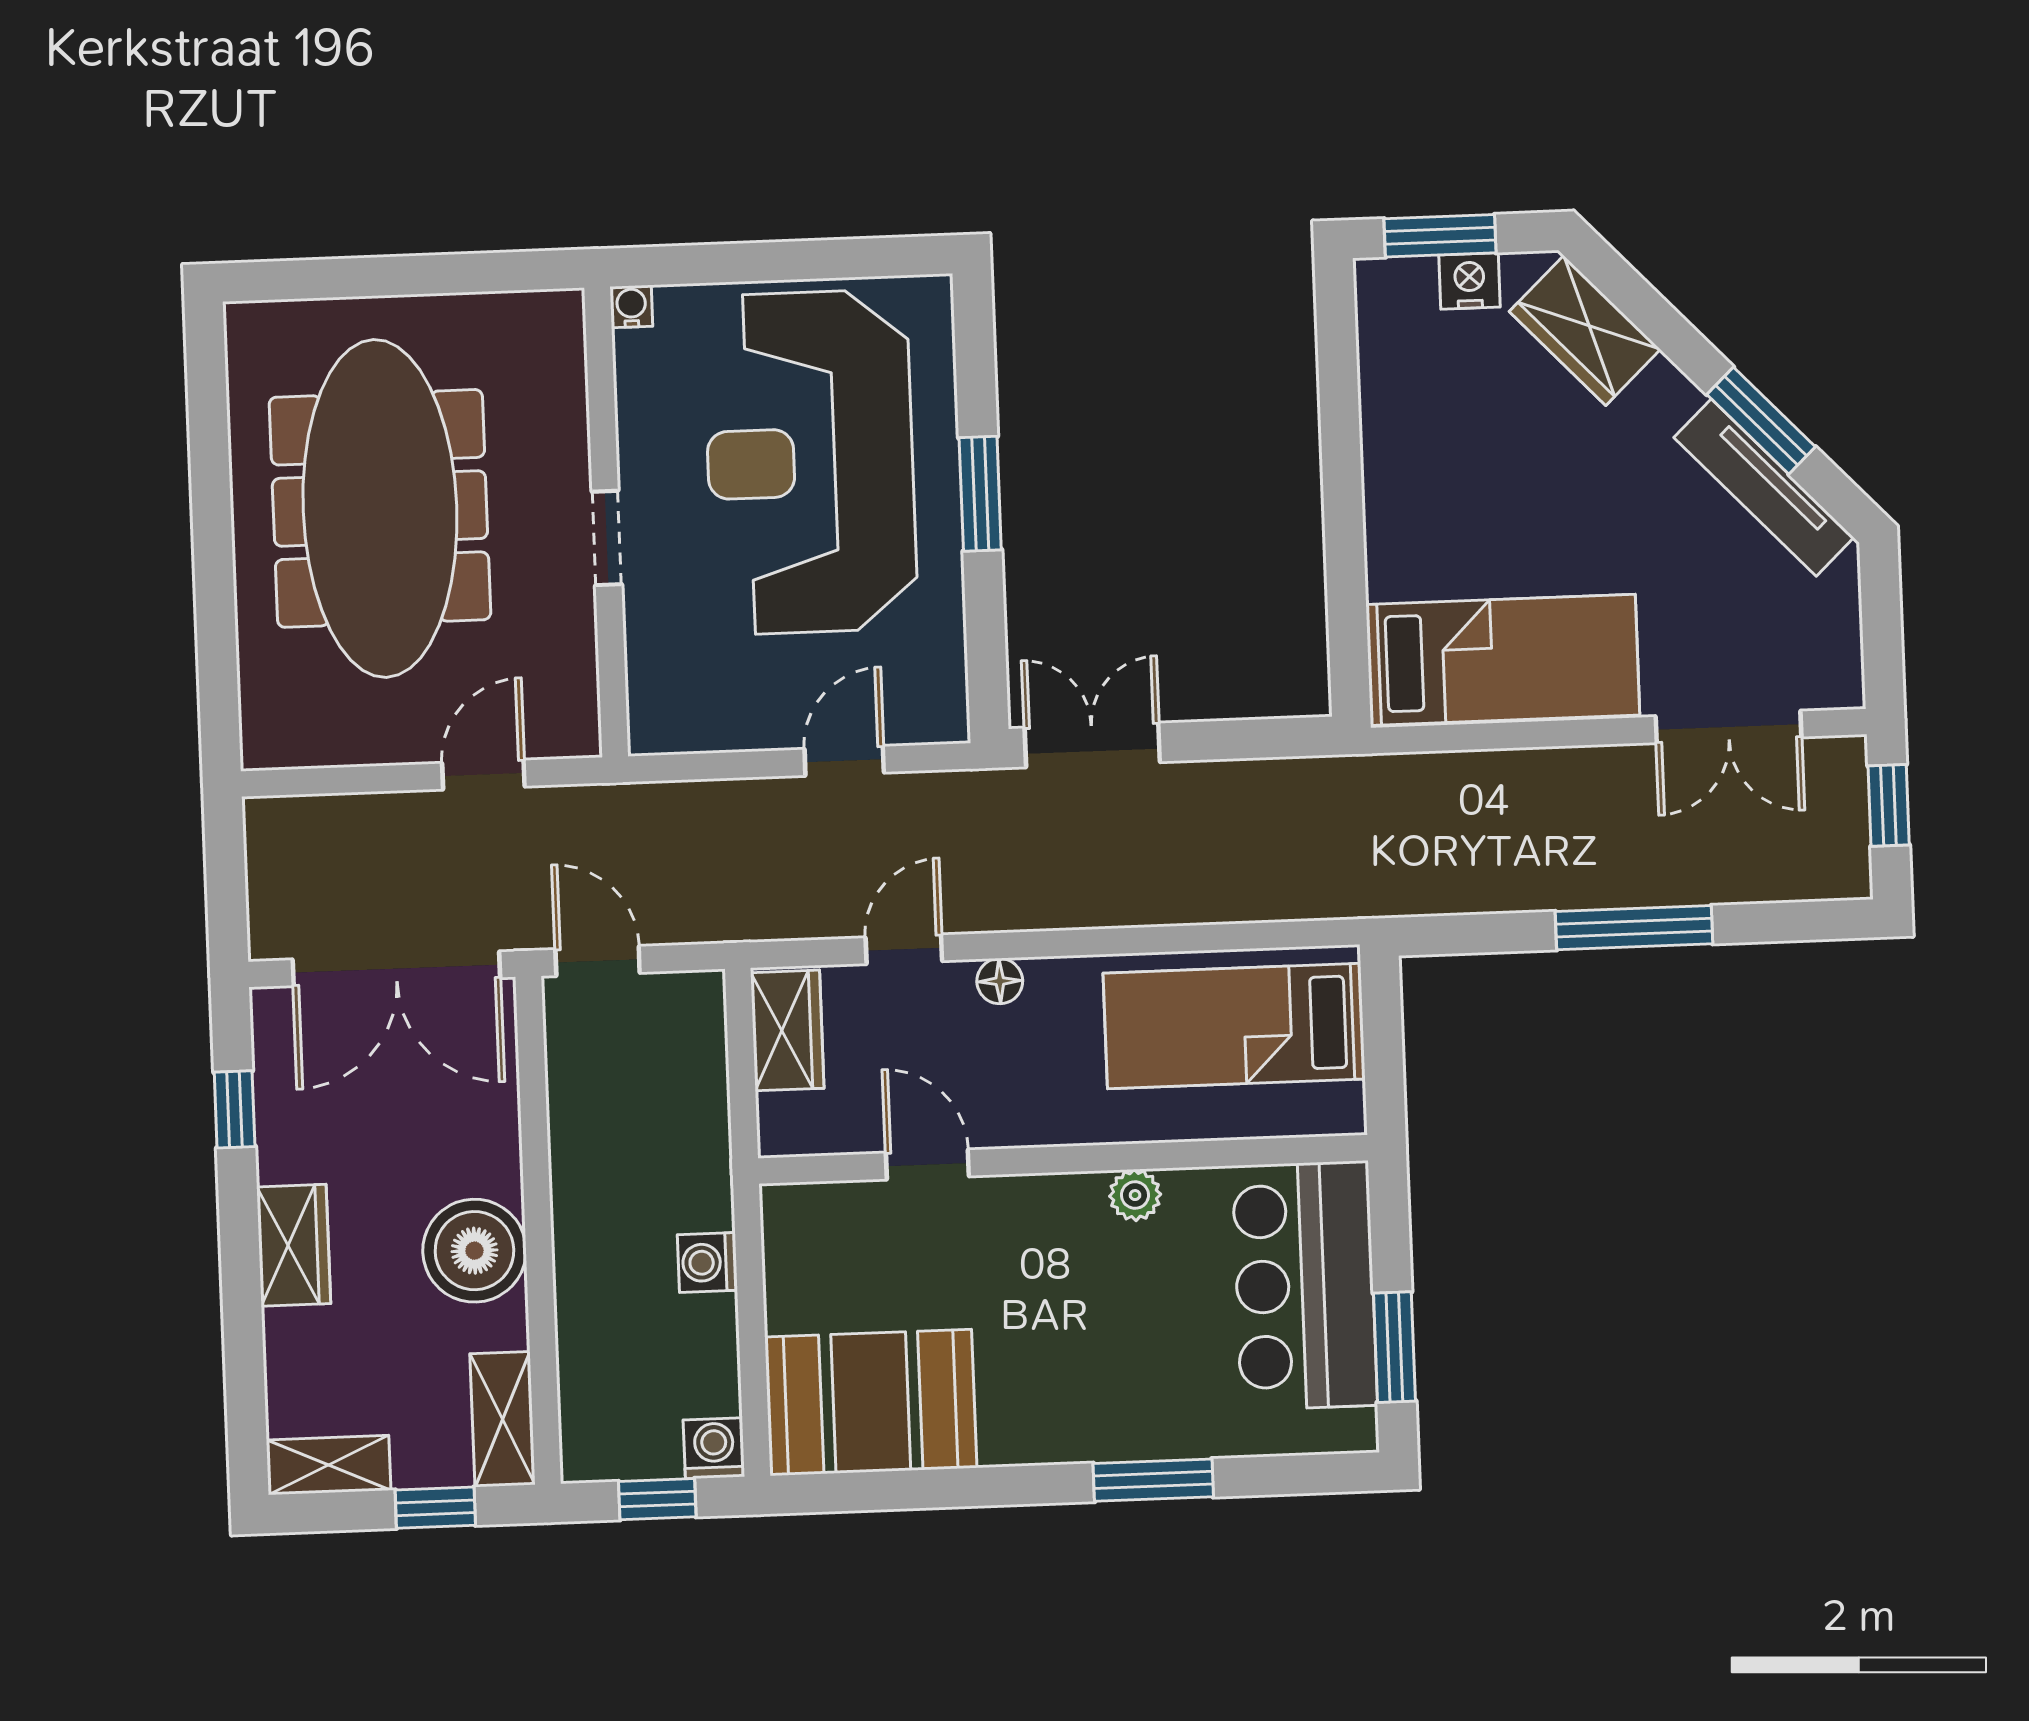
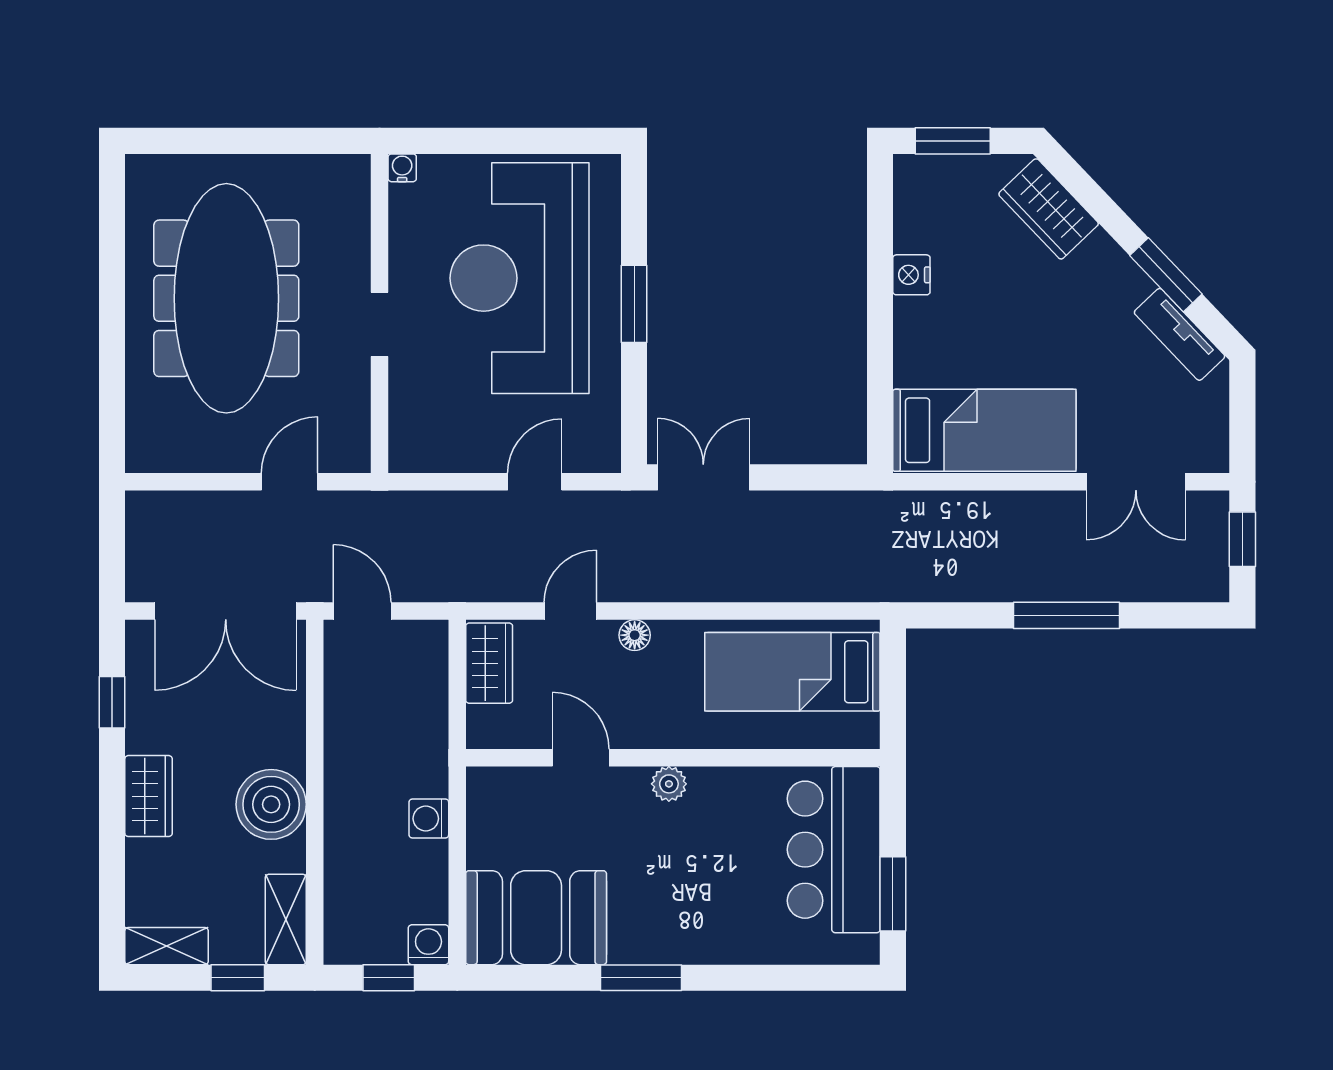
nightstand: (1469, 281) -> (911, 275), moved, turned -90
tv unit: (1764, 488) -> (1179, 334), width x0.71
plant: (1135, 1195) -> (669, 784), moved
window: (1153, 1480) -> (641, 978), moved

